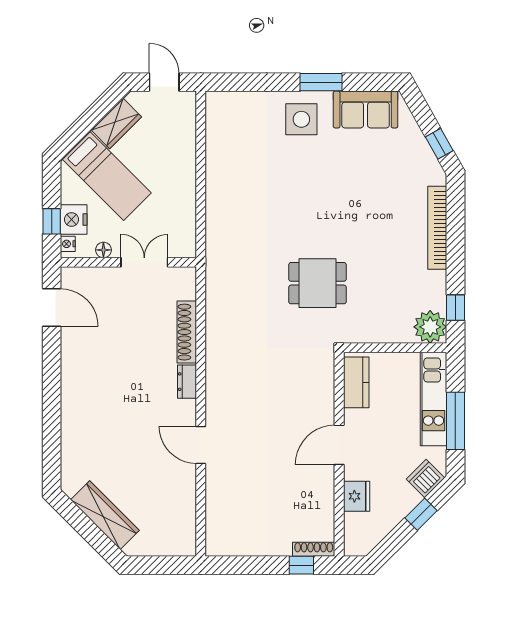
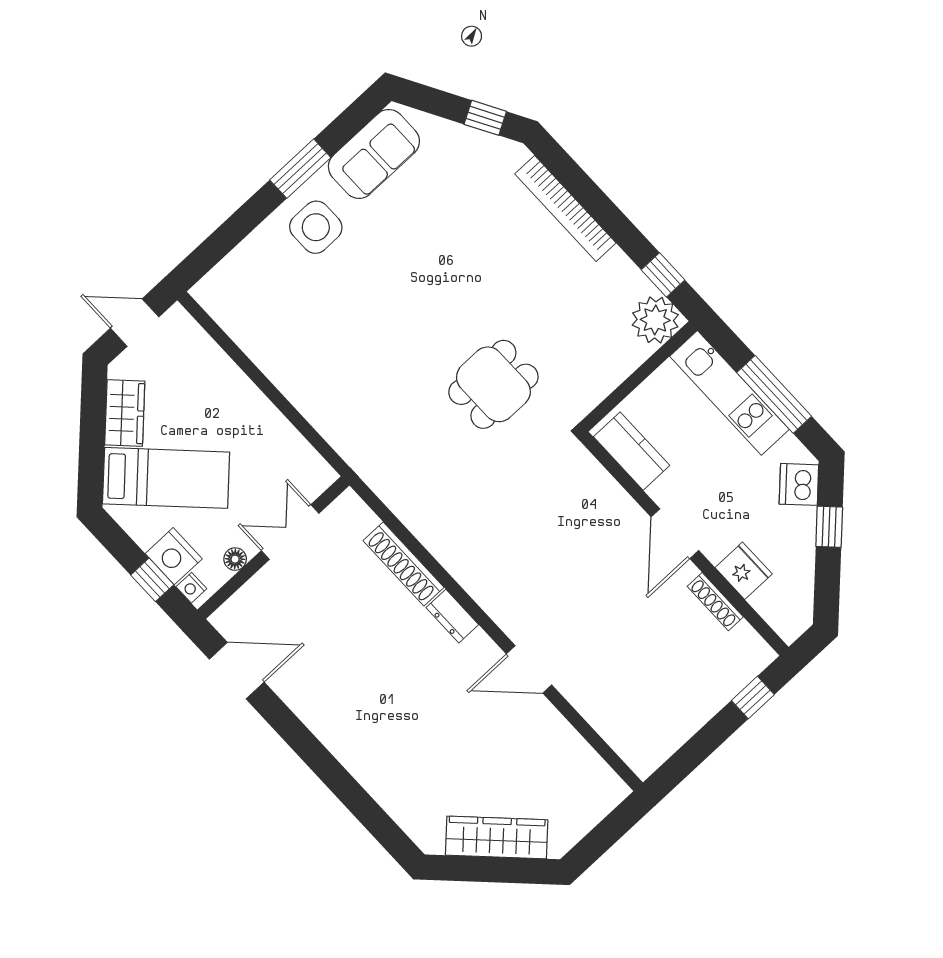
shoe rack: (314, 549) -> (715, 602), moved, turned -90

